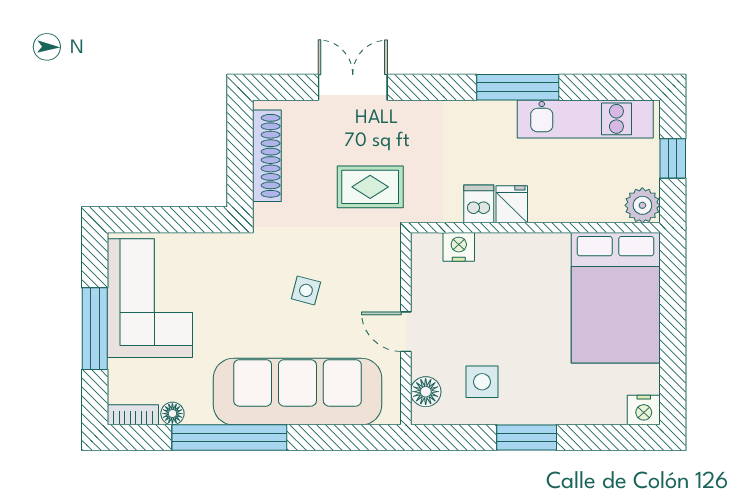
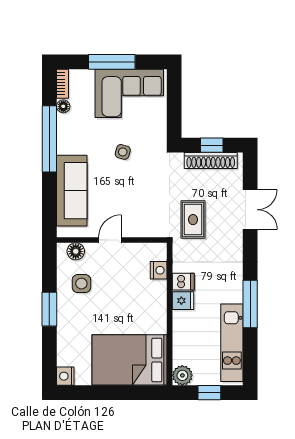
window: (240, 154) -> (212, 145), added
side table: (306, 290) -> (123, 152), moved
sofa: (297, 392) -> (72, 191), width x0.74, depth x0.79

